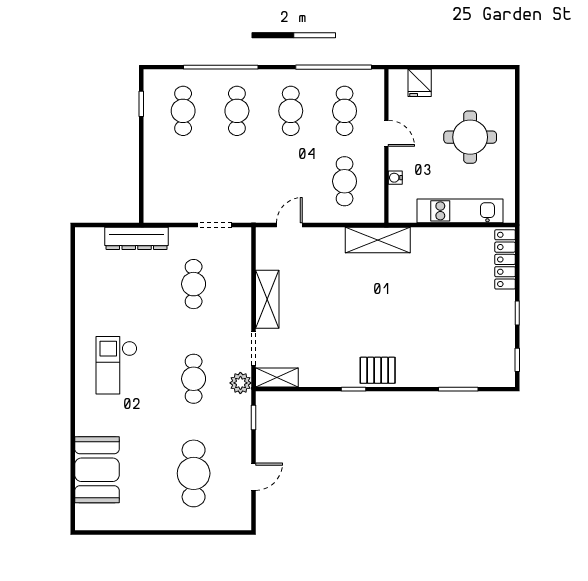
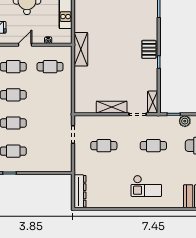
door: (289, 225) -> (73, 96), removed
dresser: (137, 238) -> (80, 191), moved
plant: (240, 383) -> (185, 121), moved

